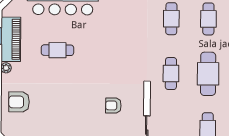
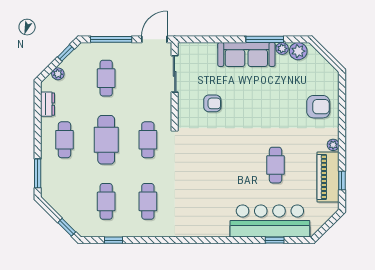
cafe table: (57, 50) -> (276, 165), turned 90

